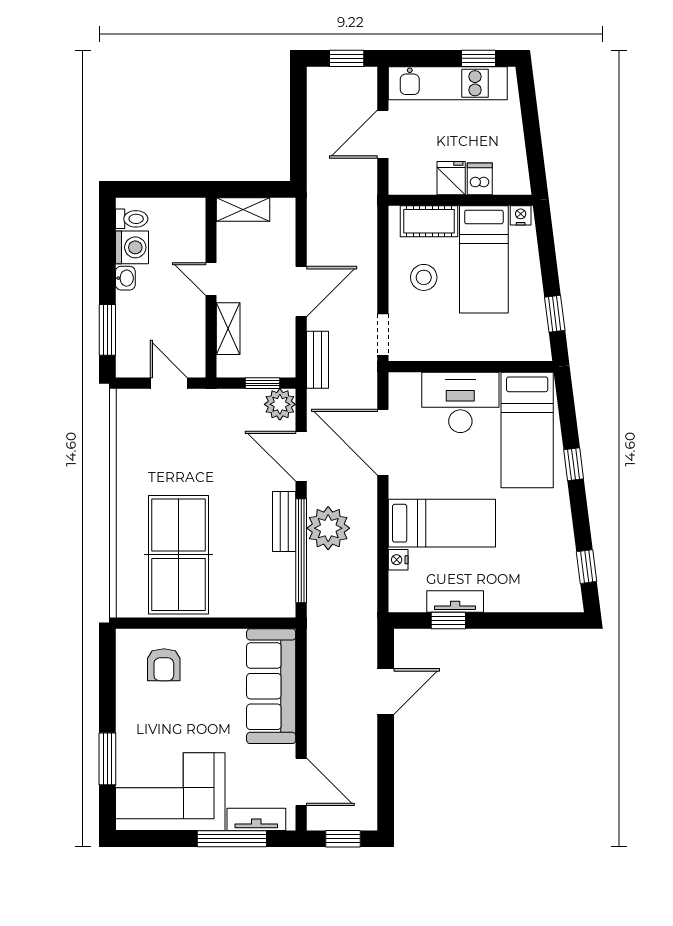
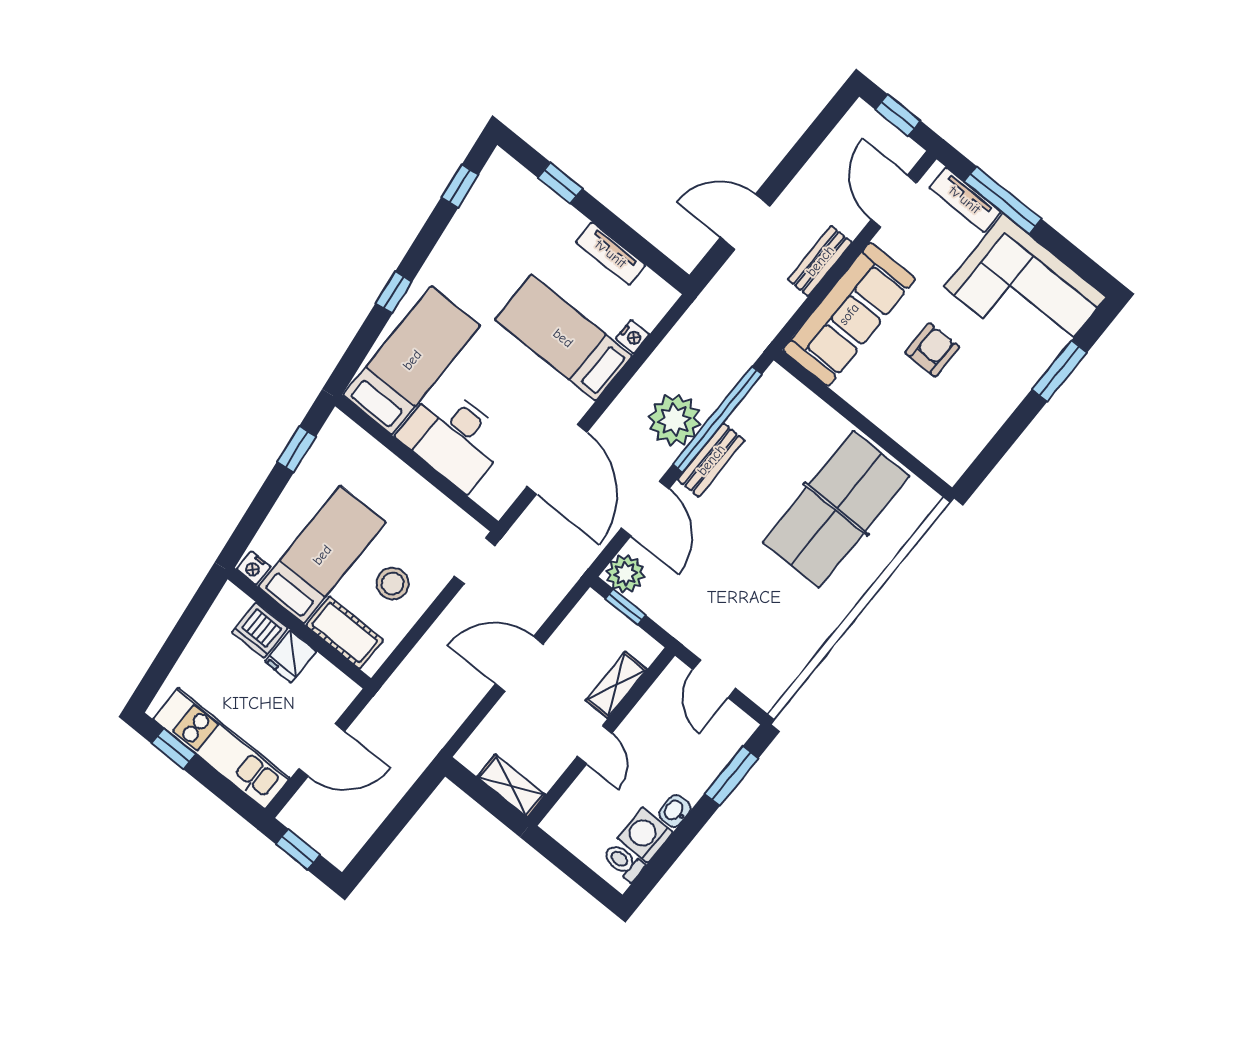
dishwasher: (480, 179) -> (260, 630), width x1.38
bench: (317, 360) -> (820, 261), moved
window: (448, 620) -> (560, 183), moved
armchair: (164, 665) -> (932, 350), moved

